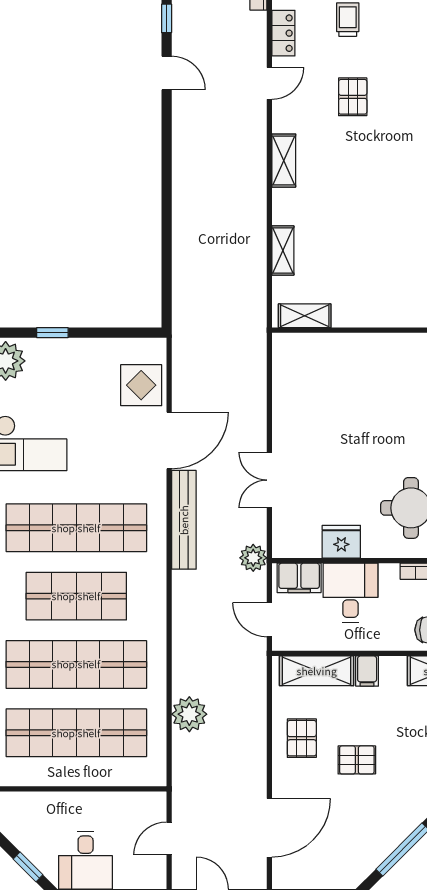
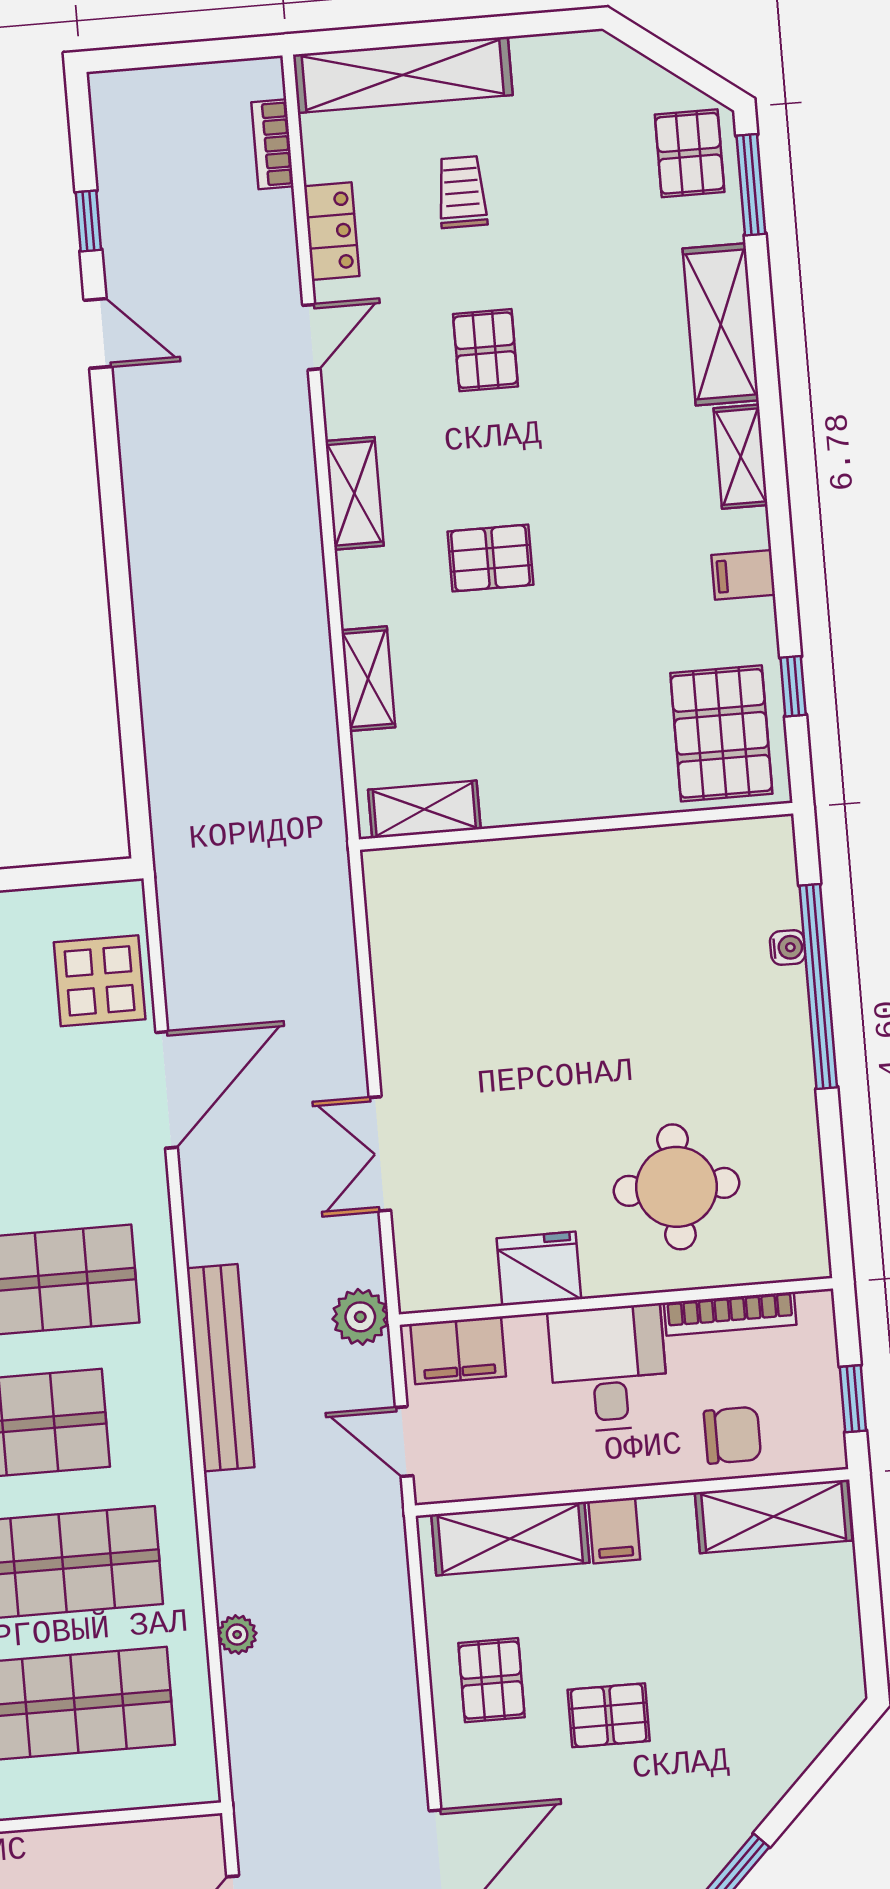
pallet: (347, 197) -> (490, 558), added
bench: (184, 520) -> (221, 1368), moved
desk: (350, 593) -> (608, 1368), moved
plant: (189, 714) -> (237, 1635), width x0.53, depth x0.53

